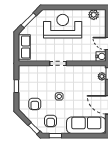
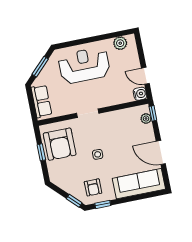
armchair: (35, 104) -> (60, 144), moved, width x1.88, depth x1.88

